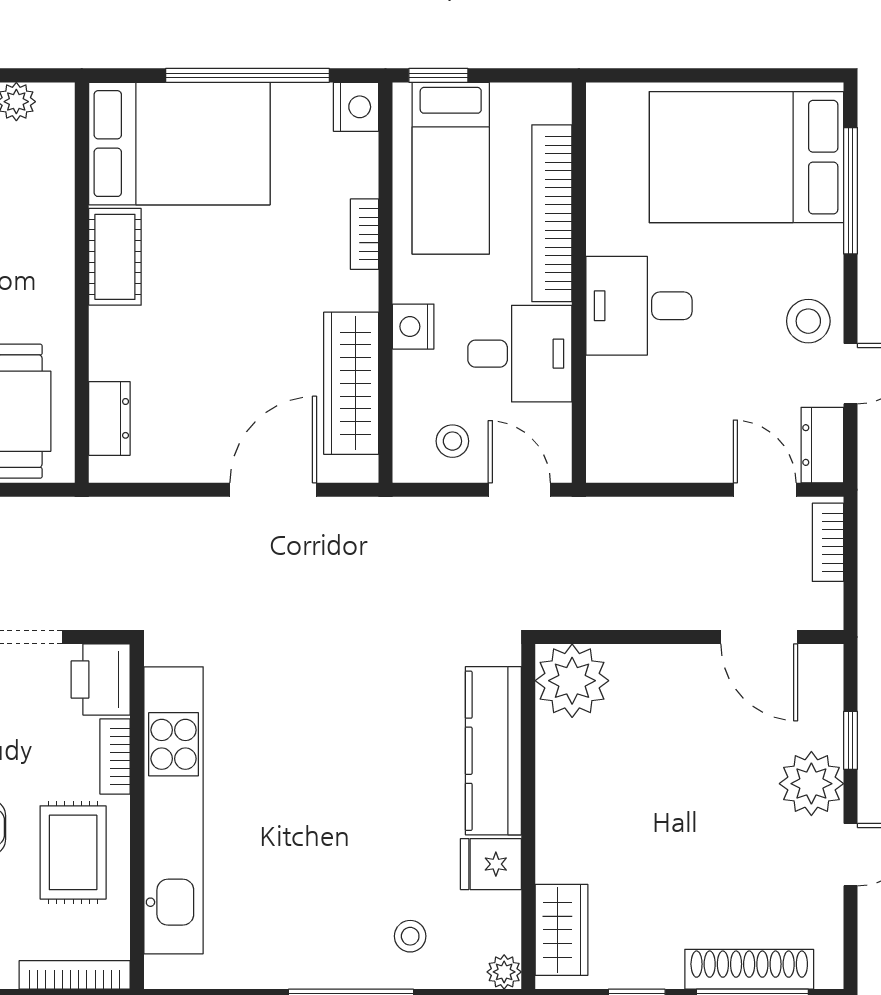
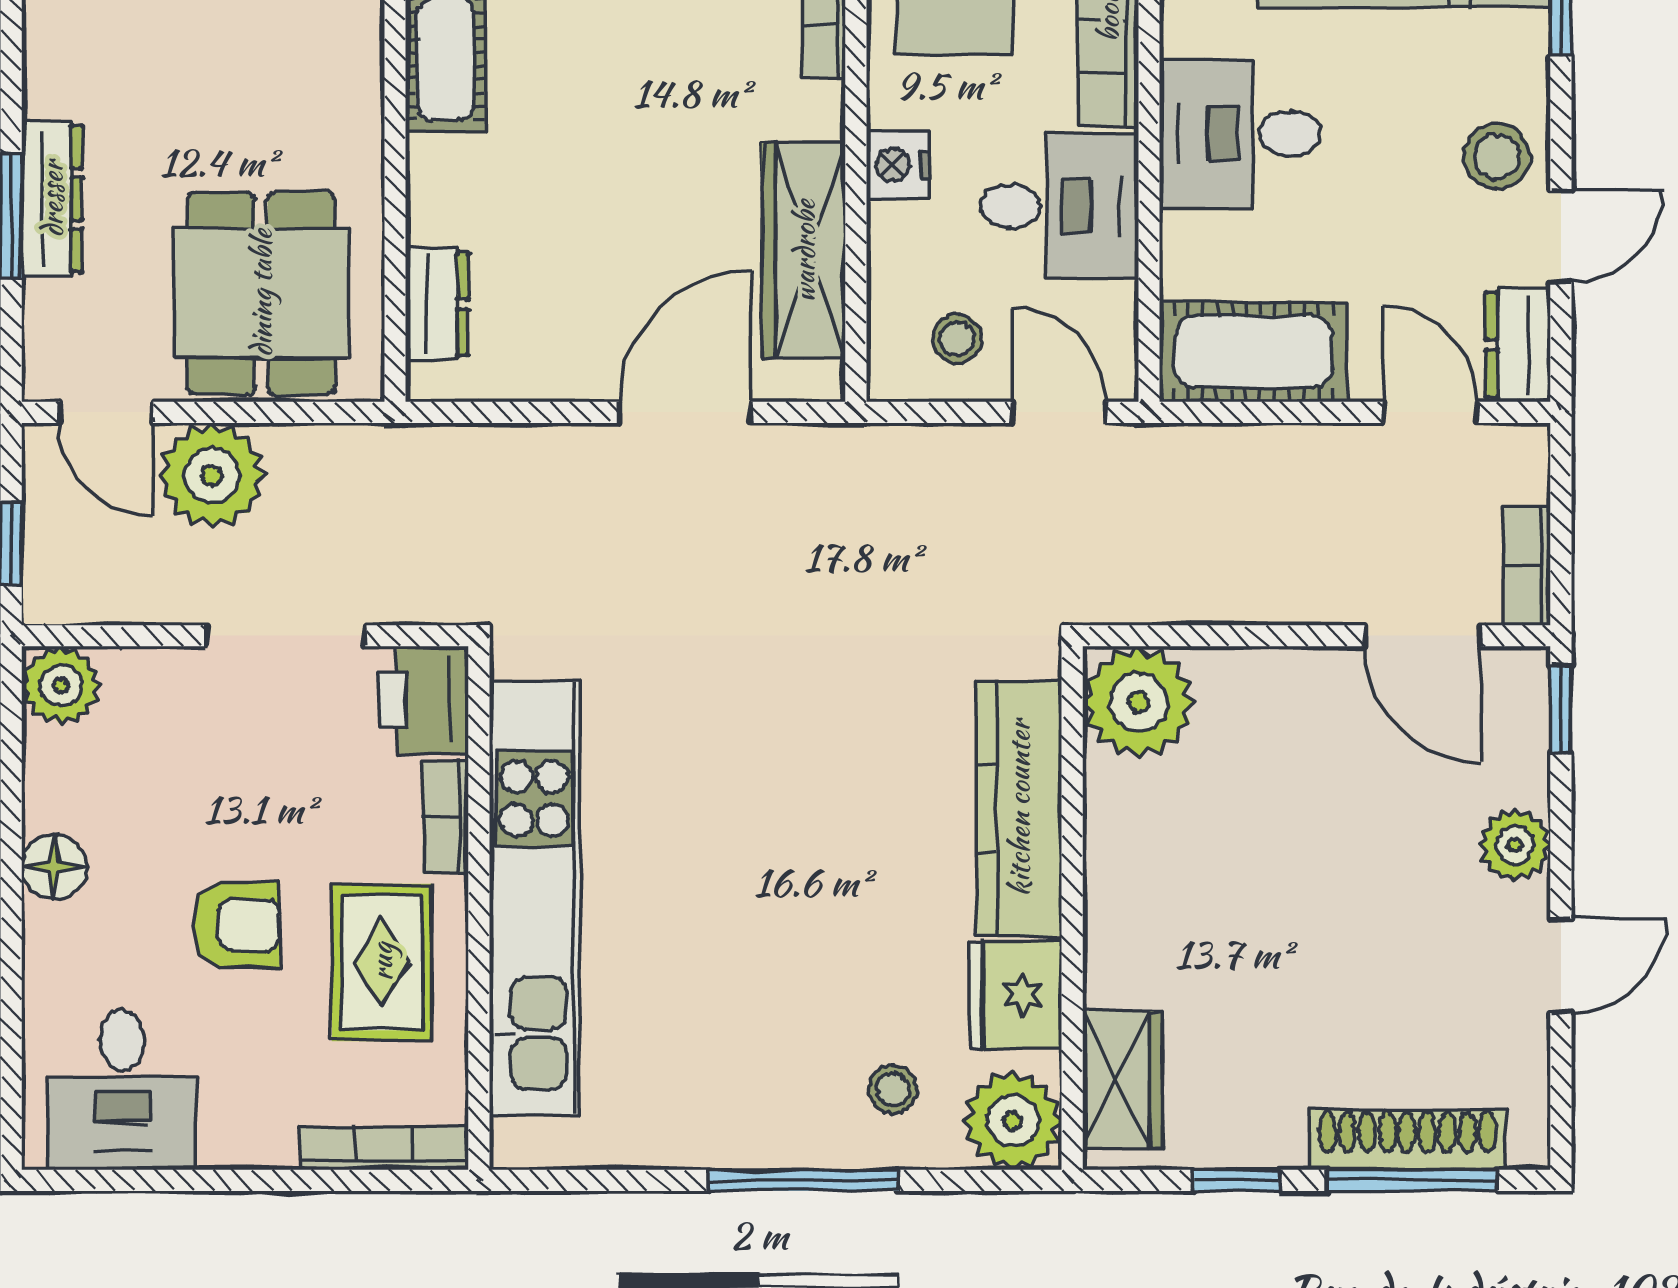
cot: (648, 450) -> (1254, 352), added
bookcase: (828, 542) -> (1527, 566), moved
window: (851, 740) -> (1561, 709), moved
plant: (811, 784) -> (1515, 845), width x0.73, depth x0.73
fridge: (491, 864) -> (1016, 995), width x1.38
plant: (504, 972) -> (1013, 1121), width x1.88, depth x1.88

